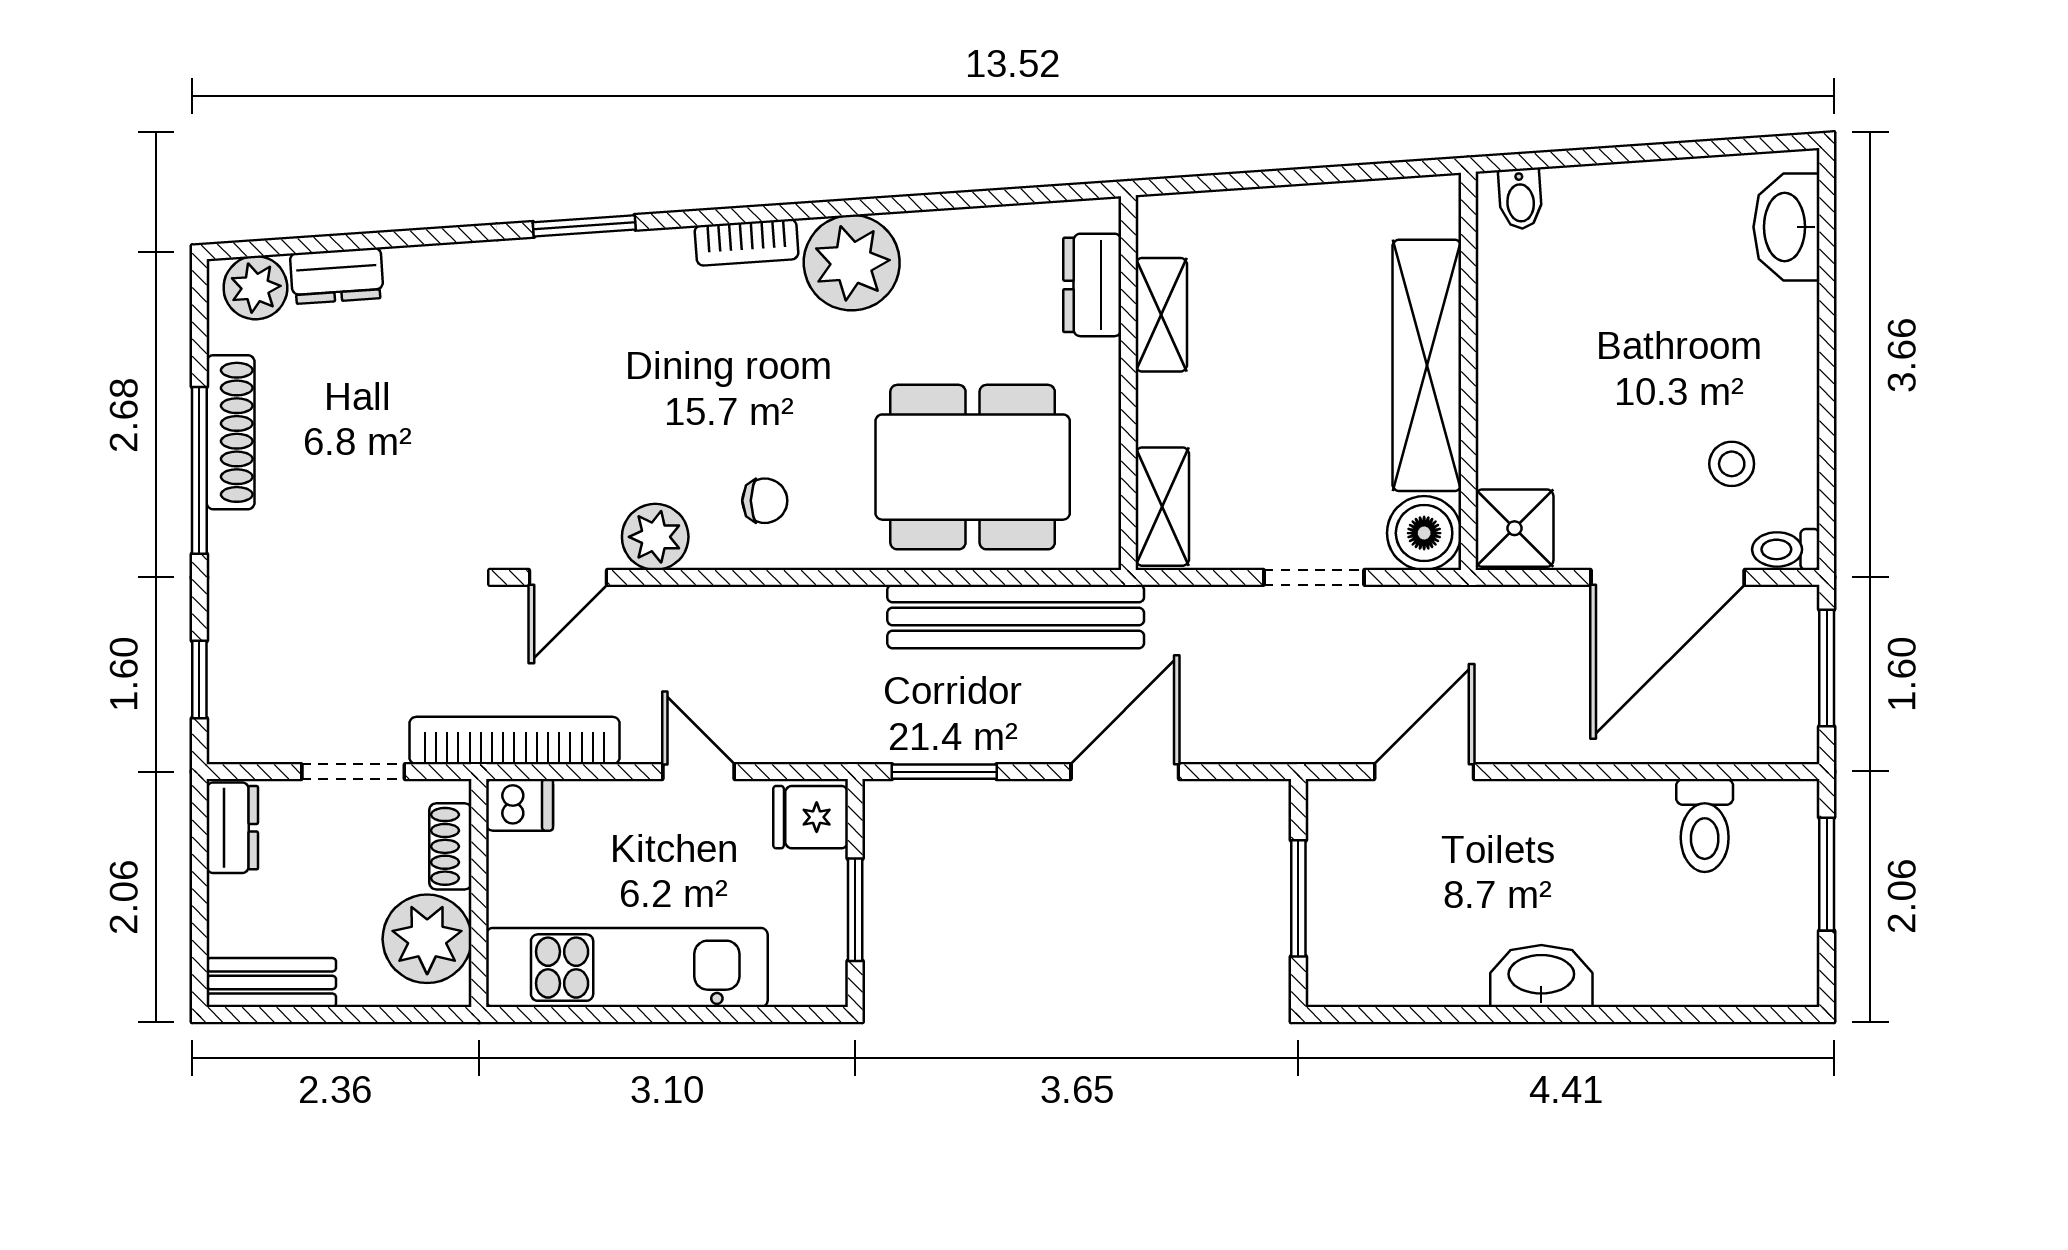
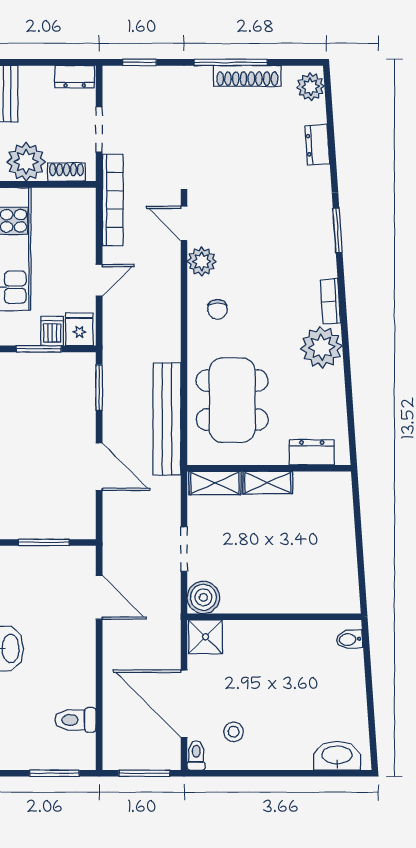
dresser: (337, 276) -> (317, 145), moved
shelving: (1161, 315) -> (268, 483), moved
shelving: (1427, 365) -> (277, 599), removed
dishwasher: (519, 805) -> (52, 331), moved, turned 180

